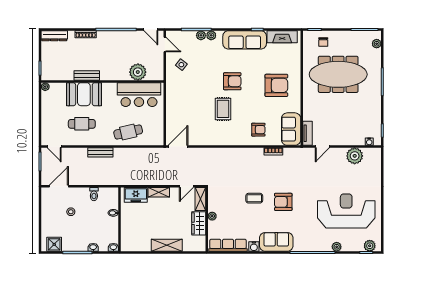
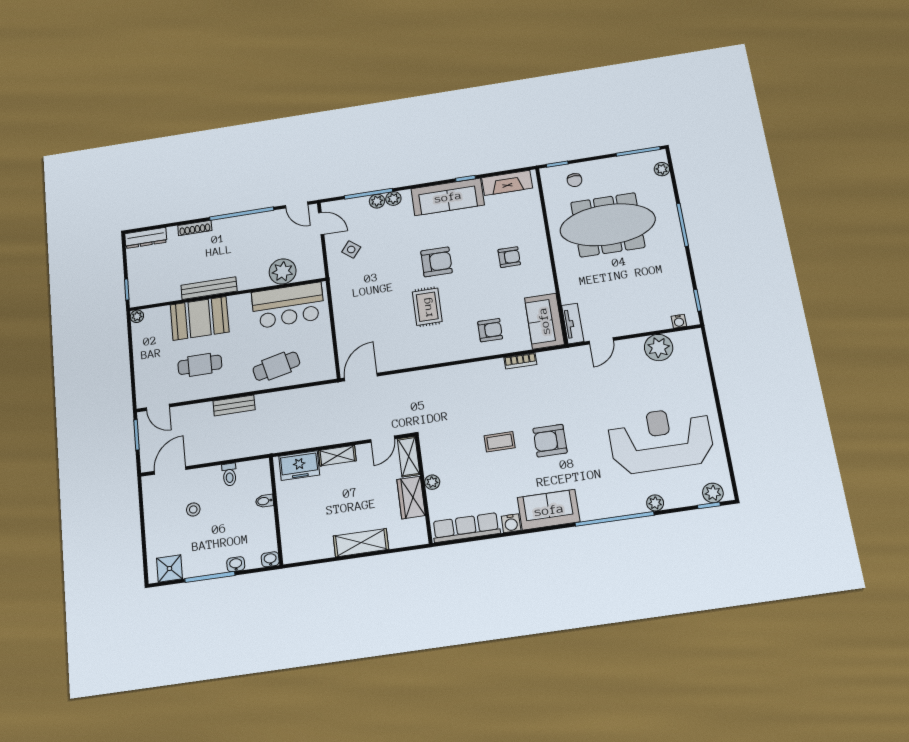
bench: (87, 76) -> (209, 288), width x1.36
armchair: (276, 85) -> (509, 257), width x0.53, depth x0.53

